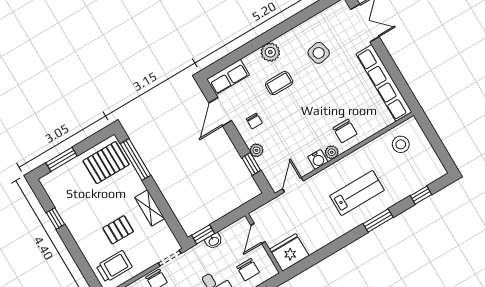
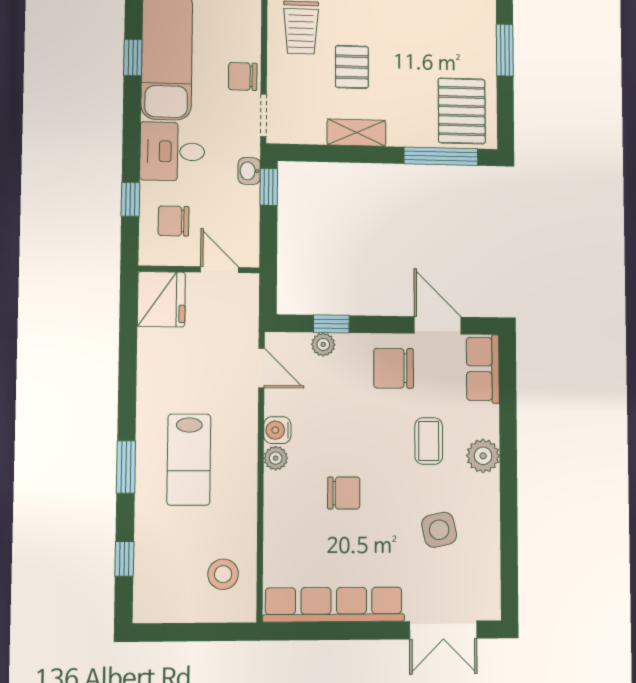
chair: (254, 121) -> (394, 368), width x1.87, depth x1.87
chair: (345, 131) -> (344, 493), moved, turned 180
plant: (257, 150) -> (323, 344), moved
washbasin: (214, 241) -> (249, 171), moved

